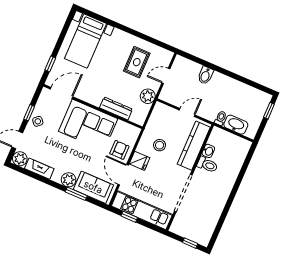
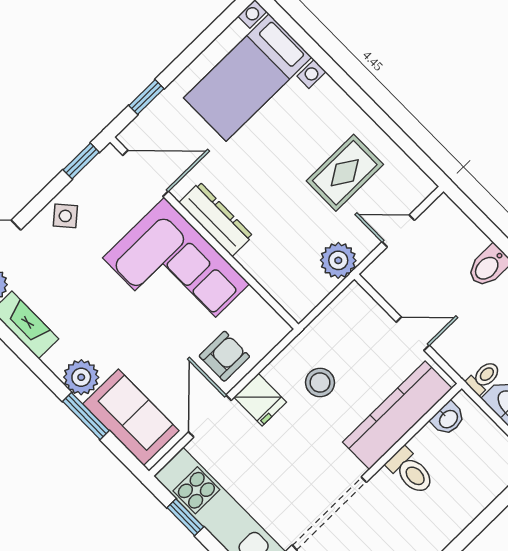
dresser: (116, 108) -> (216, 219), moved
window: (29, 113) -> (81, 161), moved
washbasin: (208, 151) -> (448, 419), moved

